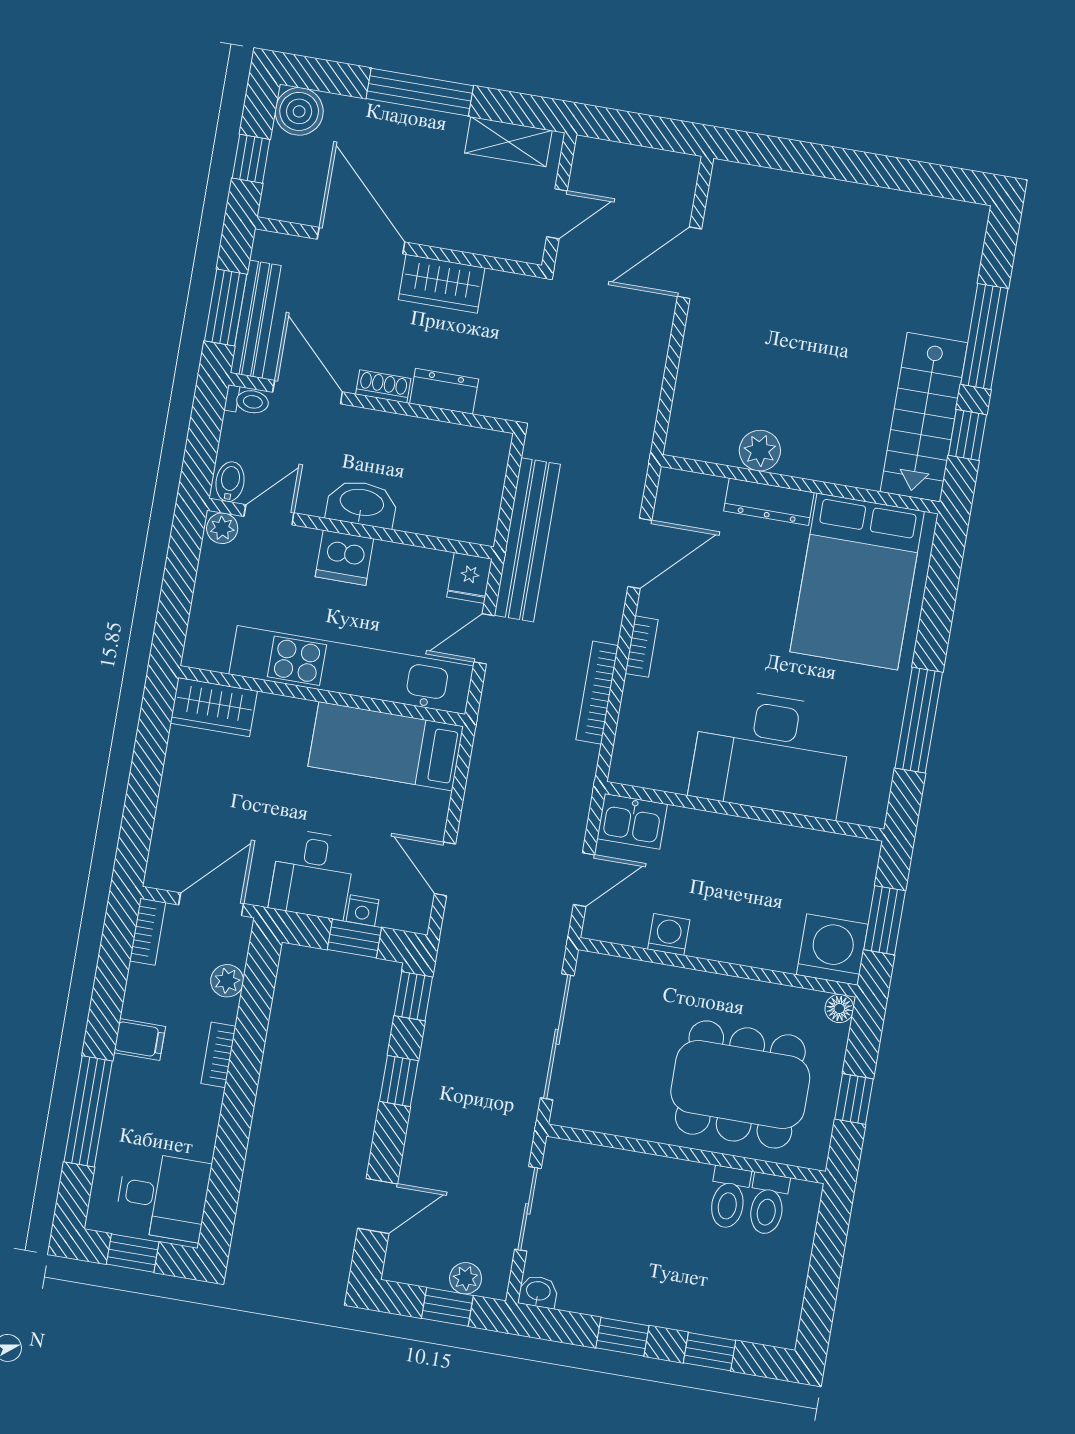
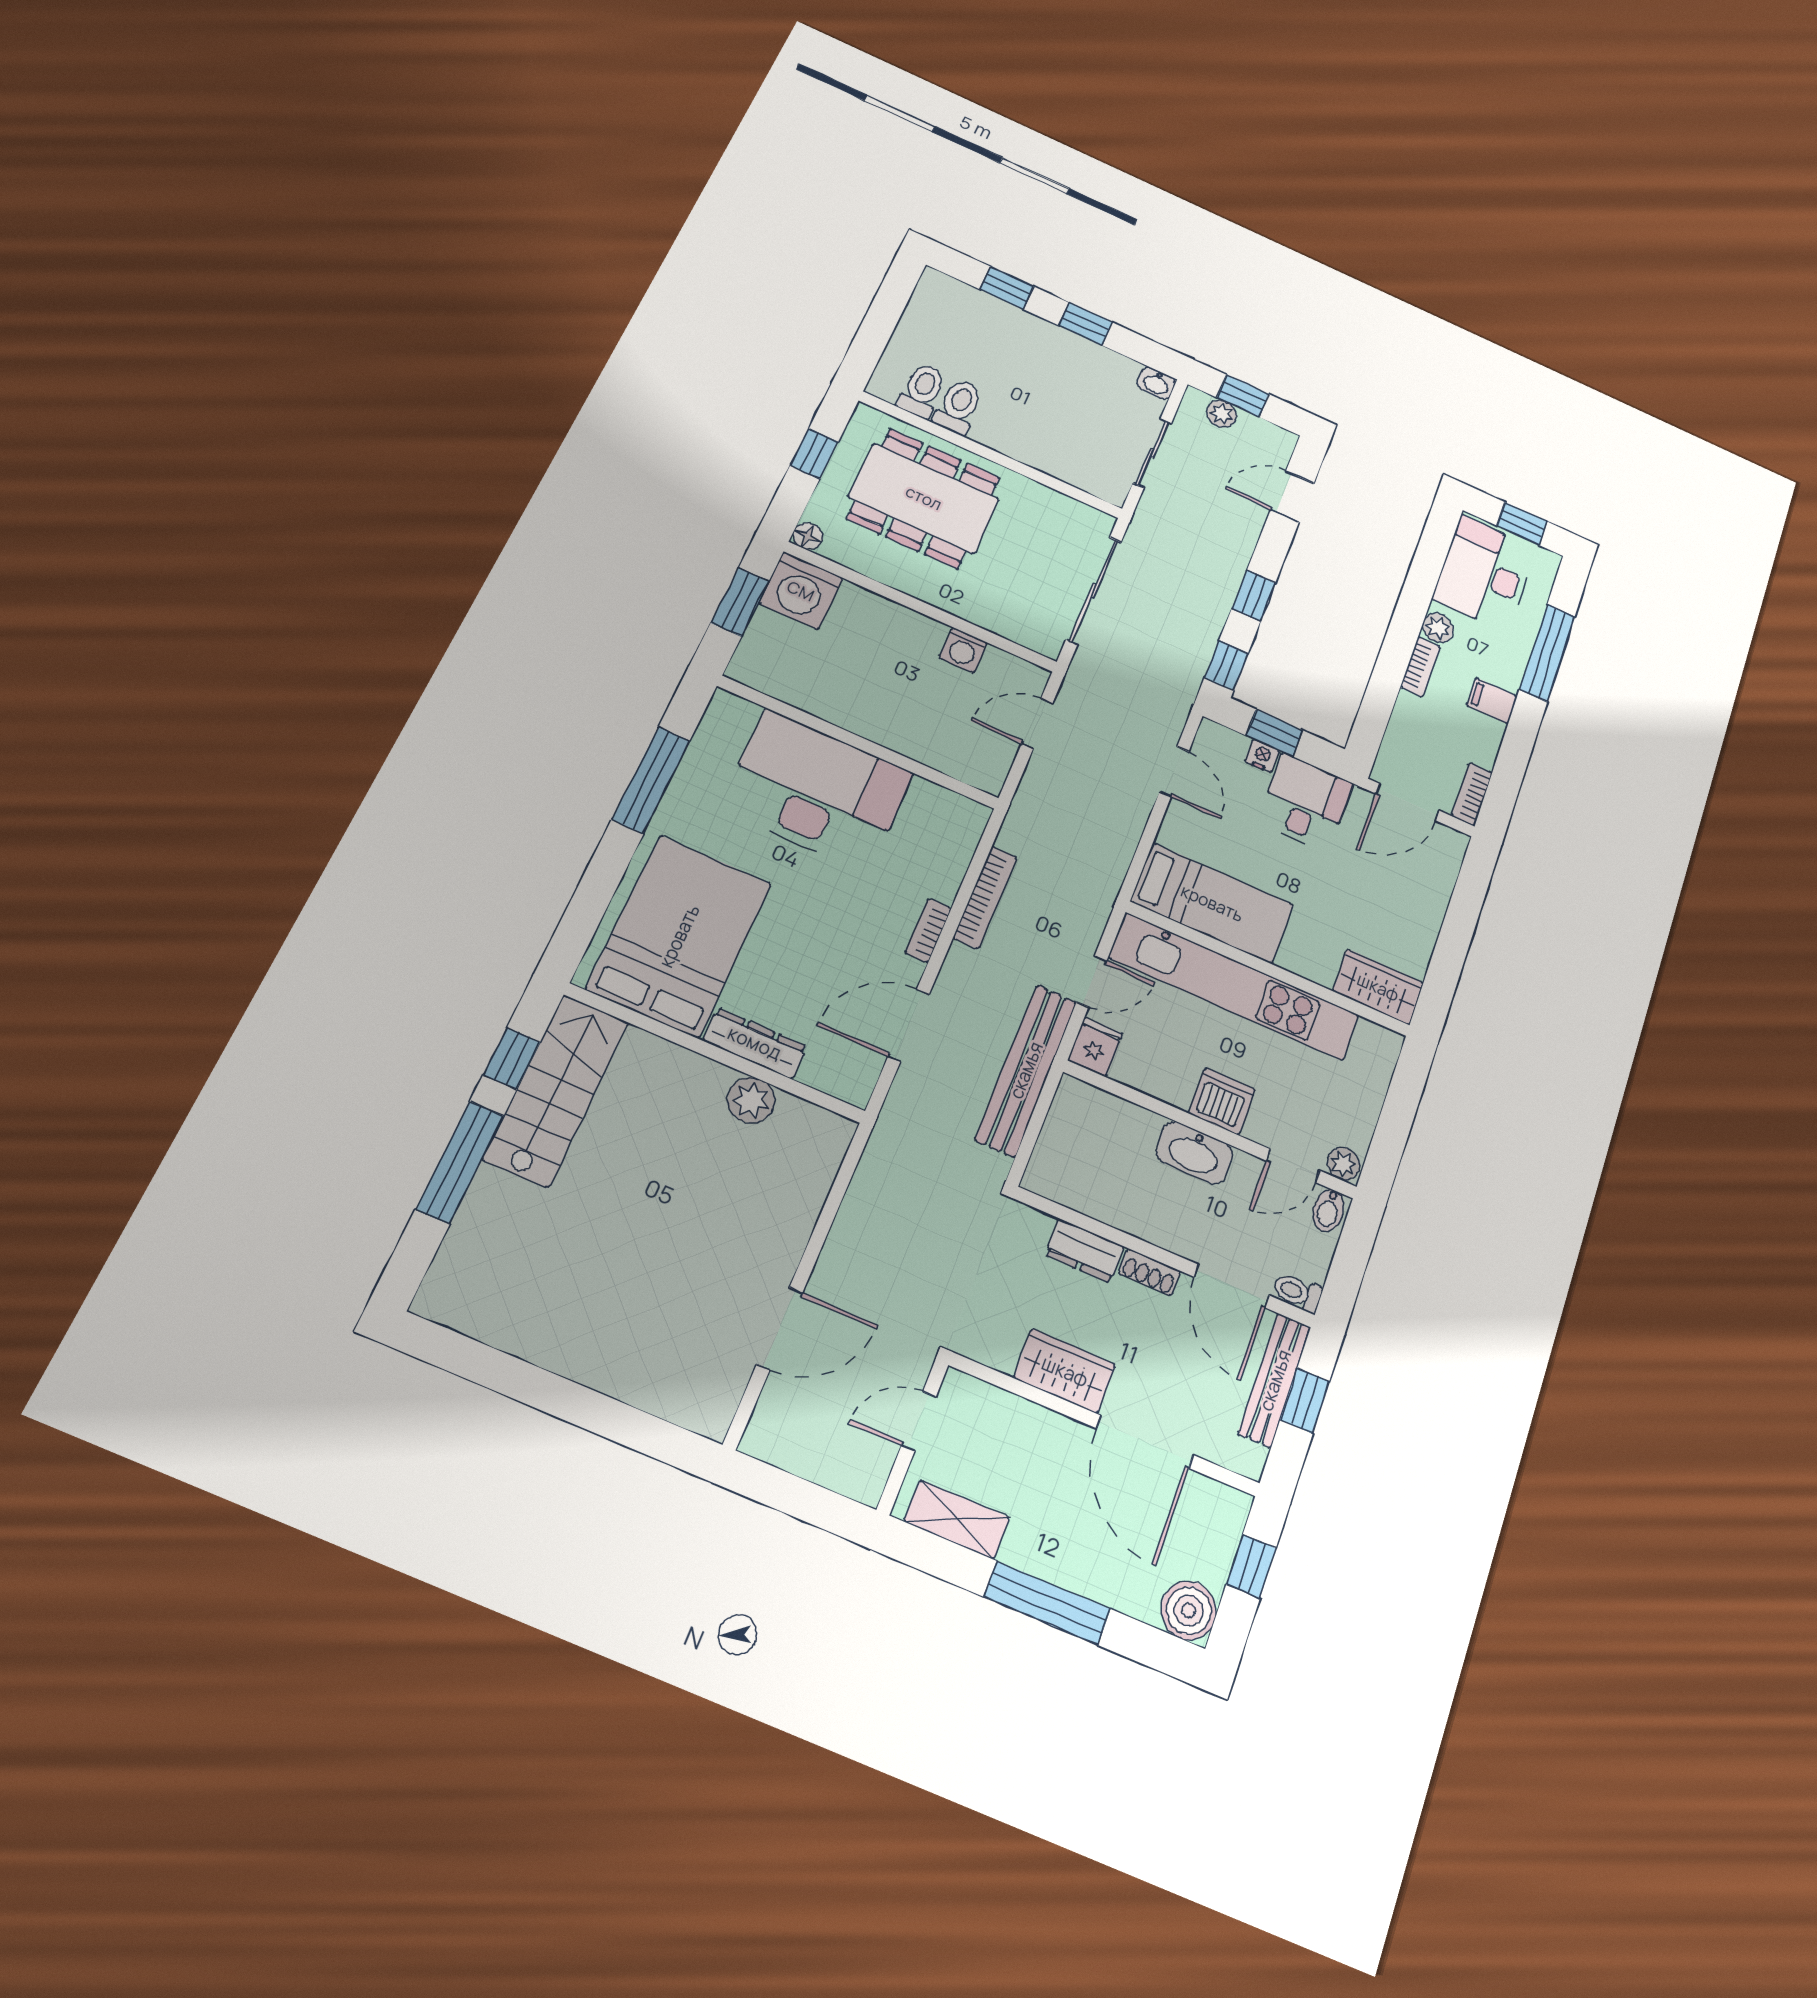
window: (226, 308) -> (1305, 1401), width x0.67
kitchen sink: (632, 821) -> (976, 764), removed
plant: (227, 981) -> (1438, 628), moved
desk: (163, 1196) -> (1484, 574), width x1.37

